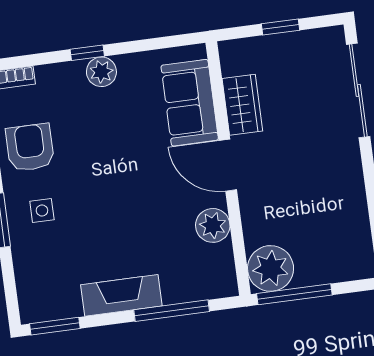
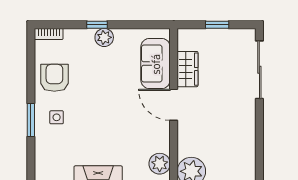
plant: (213, 225) -> (160, 164), moved

